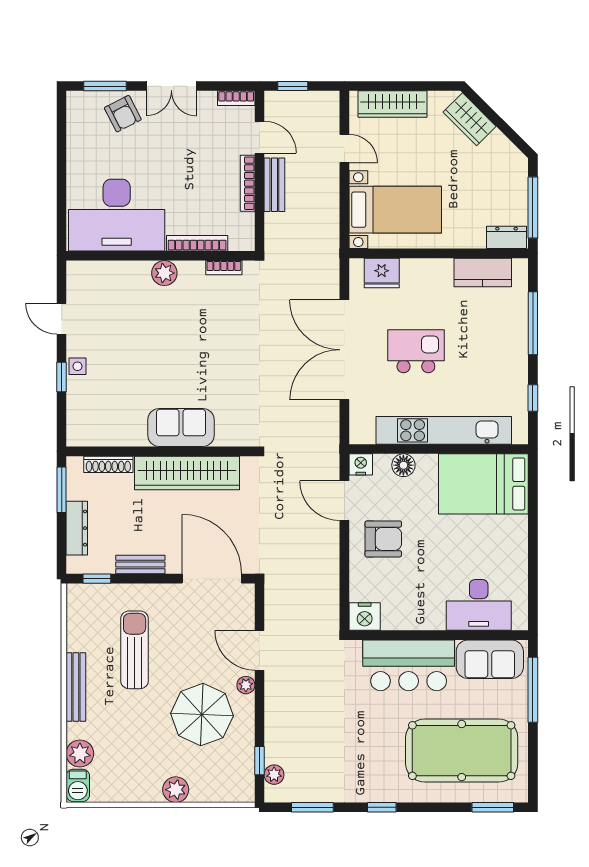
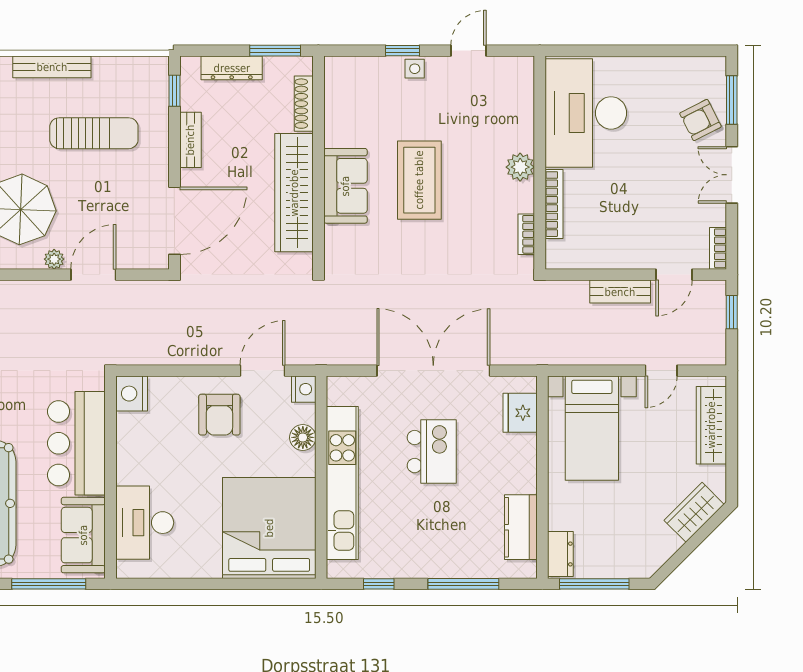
bookcase: (248, 183) -> (622, 261), removed
coffee table: (176, 362) -> (419, 180), added
bed: (483, 484) -> (269, 528), width x1.36

